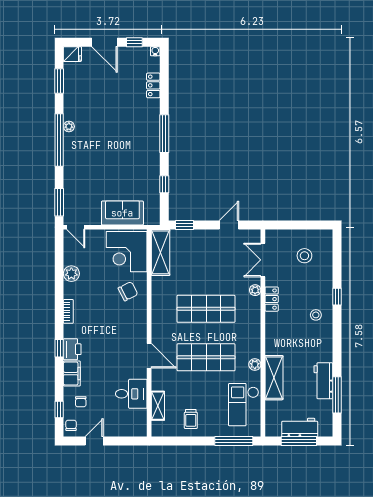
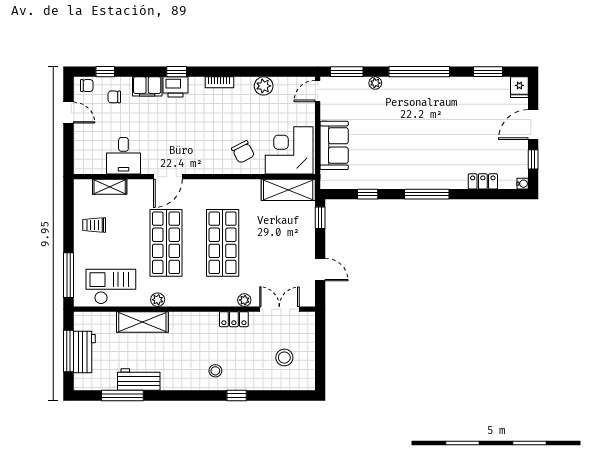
plant: (69, 126) -> (375, 83), moved

